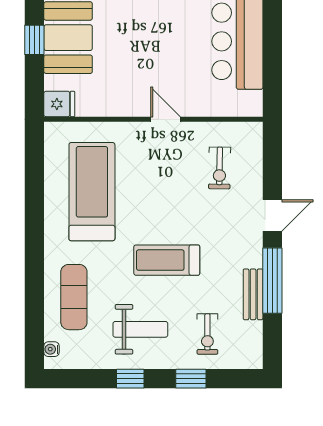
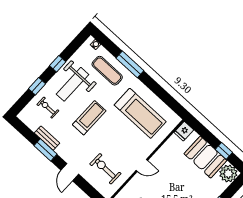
window: (34, 40) -> (224, 151), moved
exercise bike: (220, 168) -> (105, 169), width x1.38, depth x1.39
window: (34, 272) -> (130, 64), added
window: (272, 281) -> (45, 150), width x0.69
weight bench: (140, 329) -> (72, 84), width x1.36, depth x1.33

